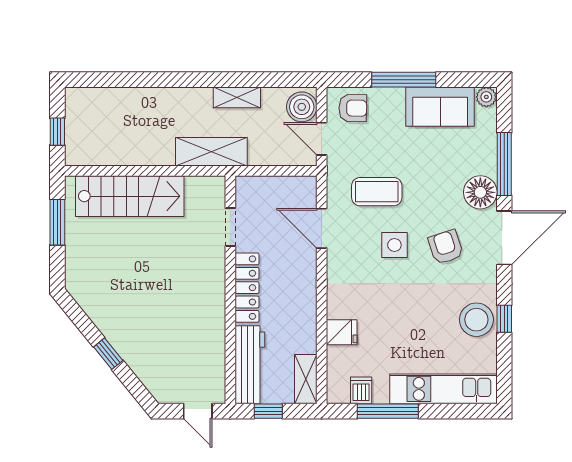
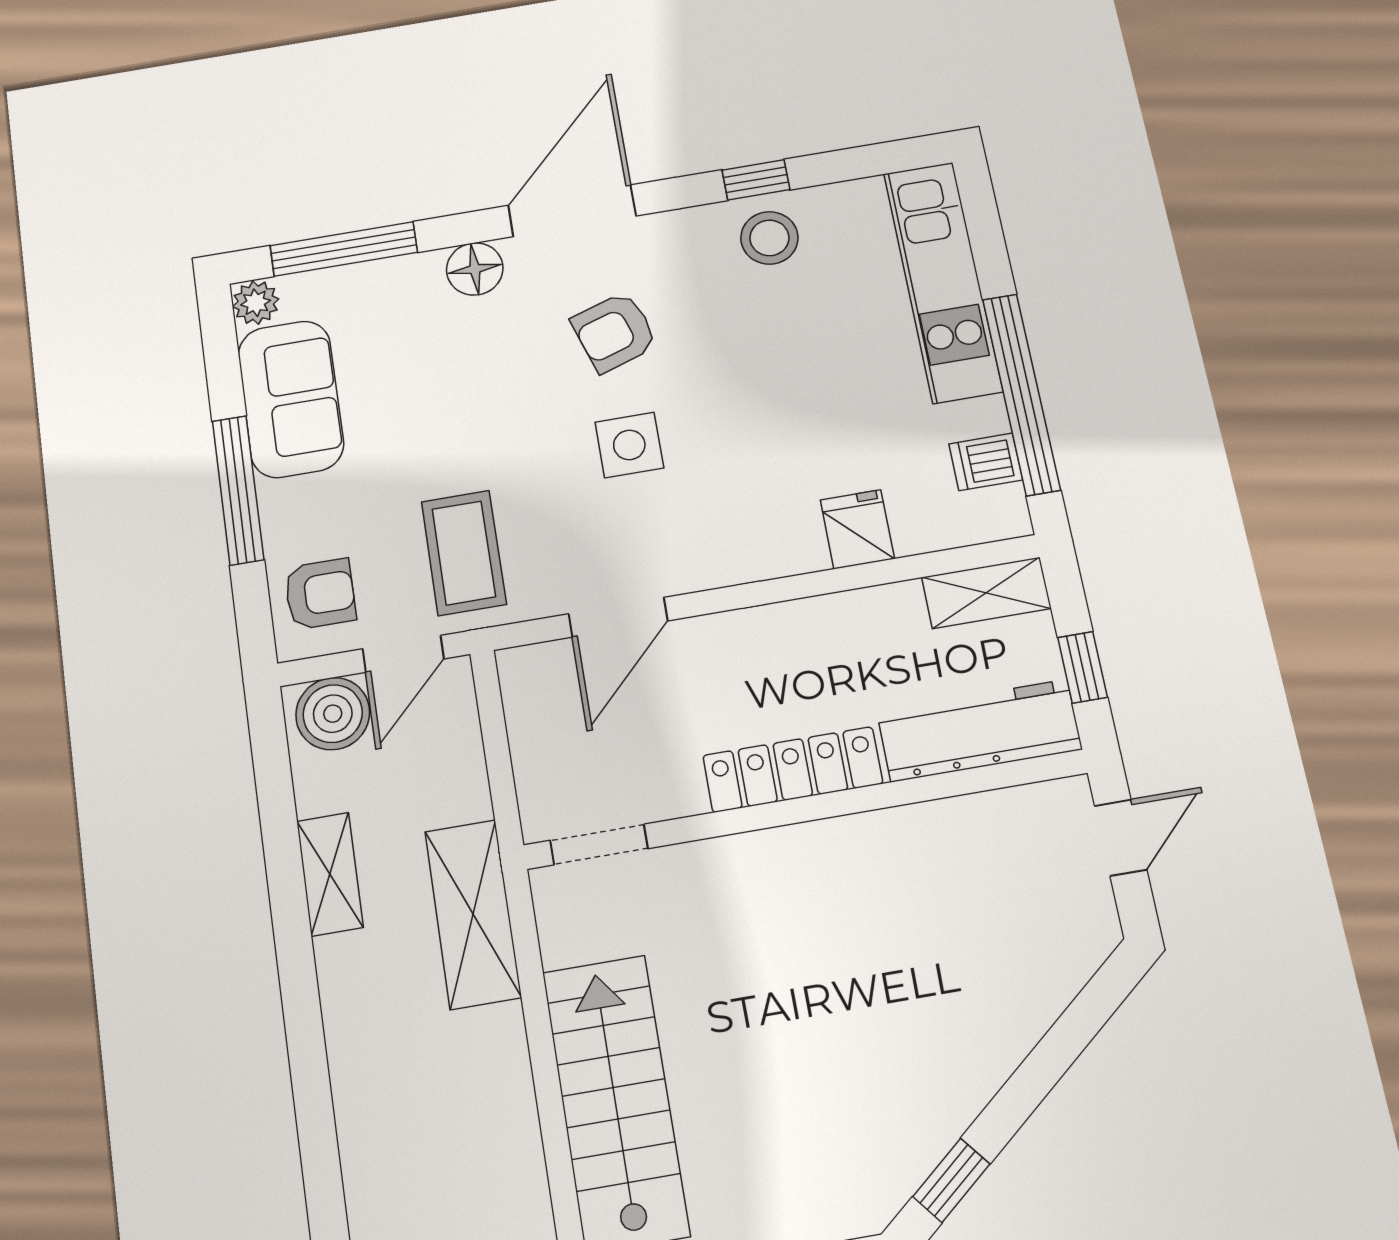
armchair: (353, 108) -> (320, 594), turned 89
window: (504, 164) -> (344, 249), moved
coffee table: (377, 192) -> (464, 553), moved
floor lamp: (480, 192) -> (475, 269), width x0.73, depth x0.73
doorway: (230, 227) -> (599, 845), moved
door: (504, 238) -> (572, 211), hinge flipped
stool: (476, 320) -> (769, 238), width x0.73, depth x0.73
window: (108, 354) -> (951, 1180), moved
window: (388, 411) -> (1021, 394), width x1.46

